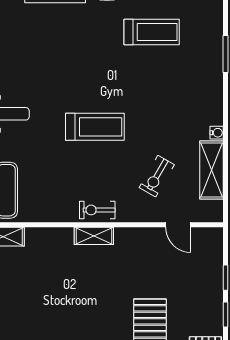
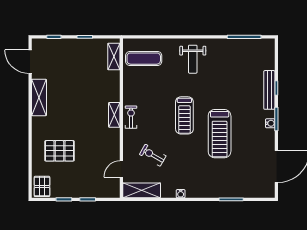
treadmill: (152, 32) -> (220, 134), moved, width x1.37, depth x1.38
shelving: (212, 170) -> (142, 190), moved

